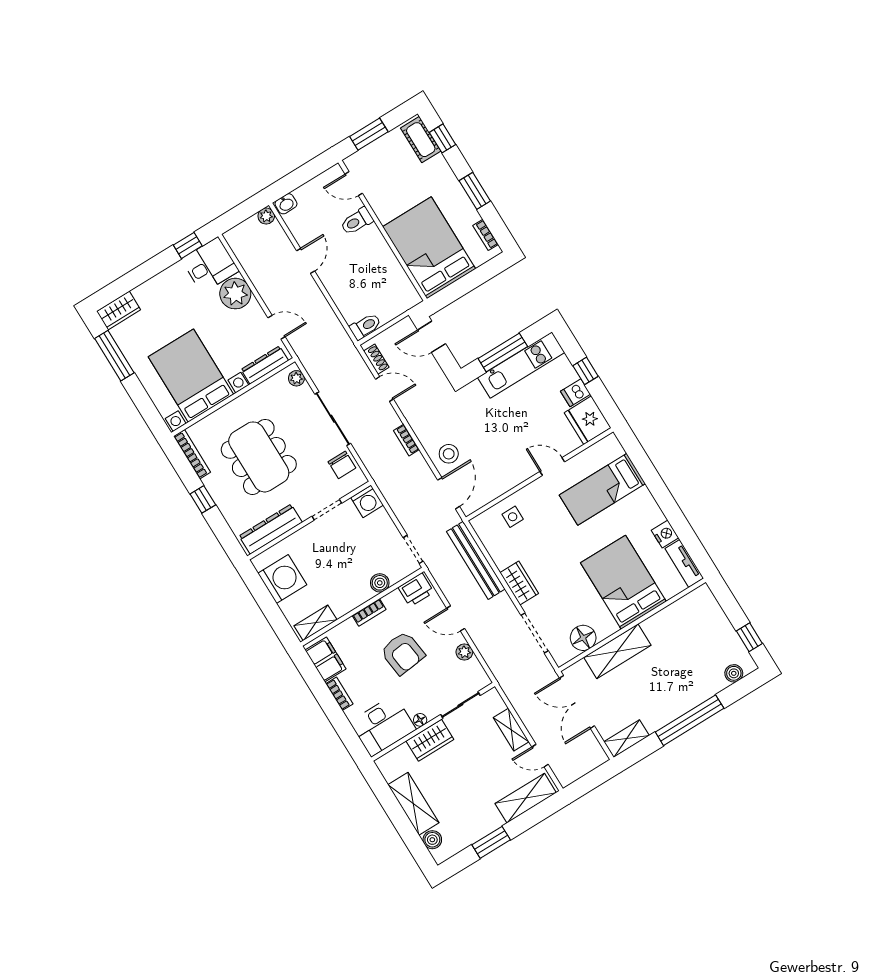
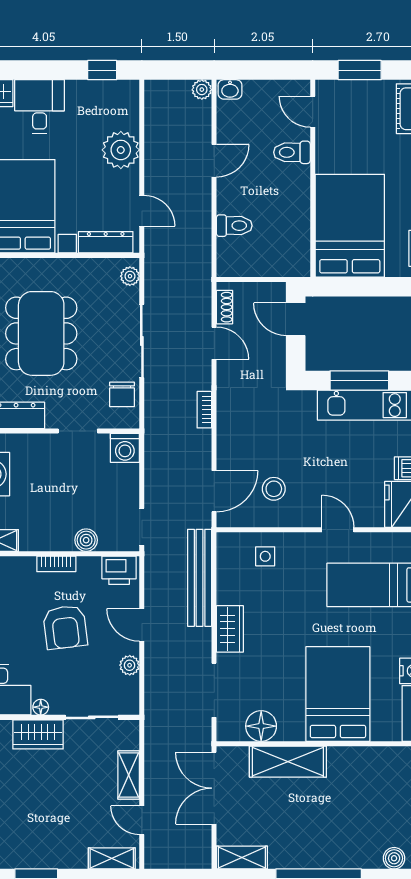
desk: (210, 265) -> (40, 106), moved, turned -90
toilet: (365, 326) -> (234, 226), moved
stool: (449, 454) -> (274, 489), moved
shelving: (526, 798) -> (112, 858), width x0.67, depth x0.75

